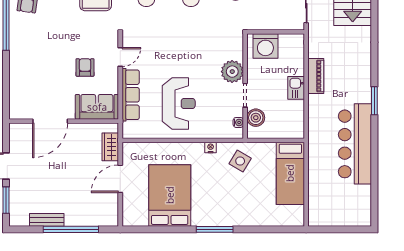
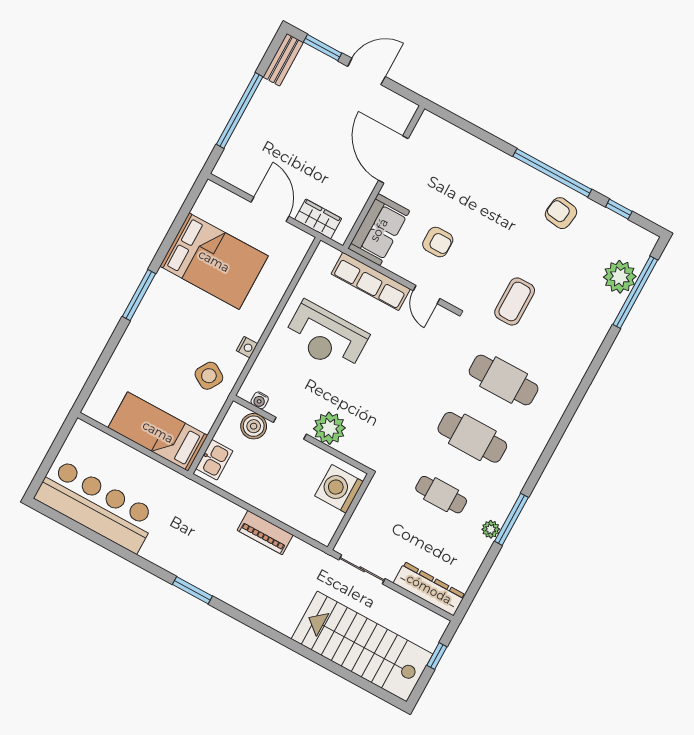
kitchen sink: (296, 88) -> (214, 460), moved, turned 90
bar counter: (355, 144) -> (96, 506), moved
bench: (47, 220) -> (283, 60), moved

